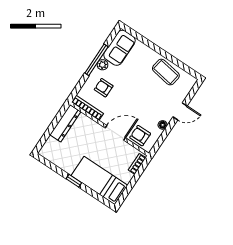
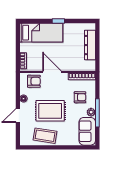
rug: (144, 94) -> (50, 111), added
dresser: (65, 123) -> (90, 45), moved
door: (115, 133) -> (52, 72), swing flipped

